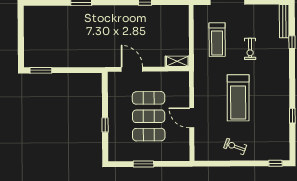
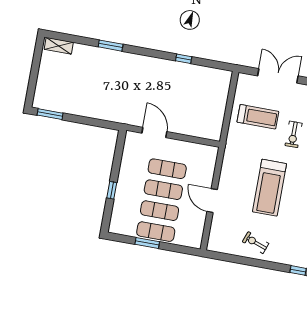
treadmill: (217, 40) -> (258, 117), turned -90
shelving: (177, 61) -> (59, 46), moved
exercise mat: (149, 153) -> (156, 232), added

